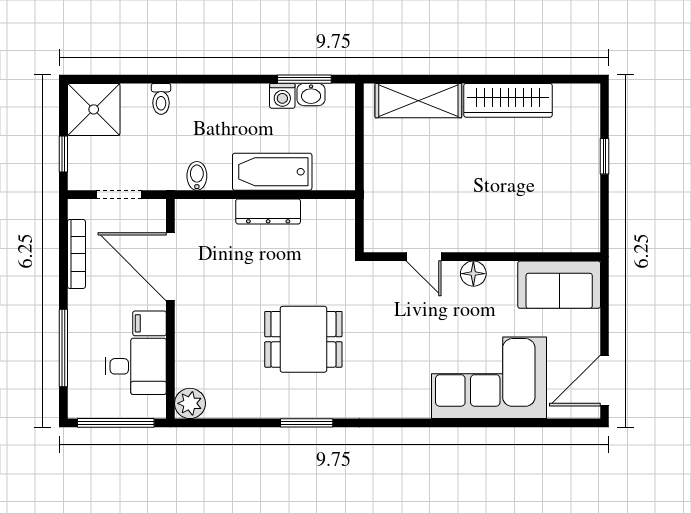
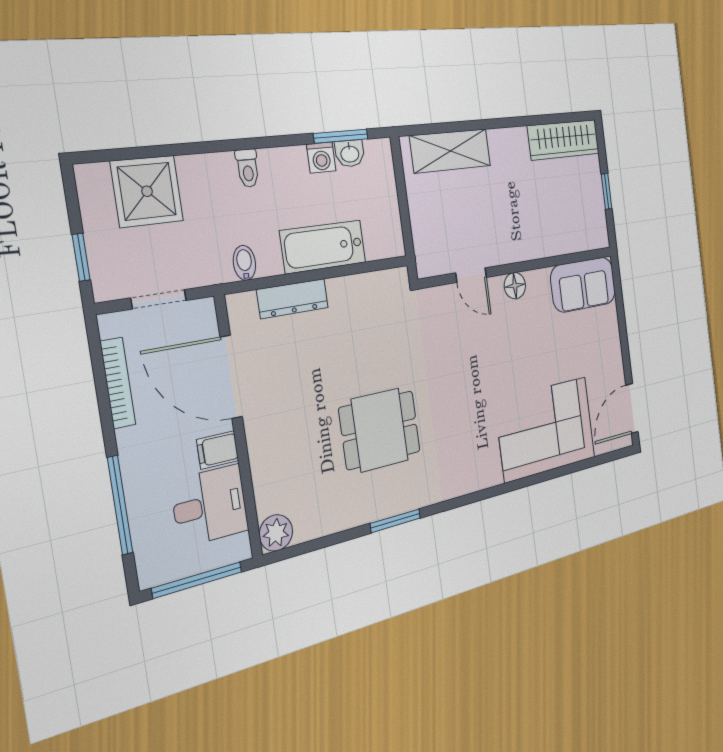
toilet: (161, 99) -> (248, 168), moved
wardrobe: (508, 100) -> (564, 140), moved
shower: (94, 109) -> (147, 191), moved
dresser: (268, 211) -> (293, 299), moved
door: (424, 257) -> (471, 275), moved
wall: (482, 257) -> (520, 267), moved
floor lamp: (473, 274) -> (515, 286), moved
sofa: (559, 285) -> (583, 285), moved

